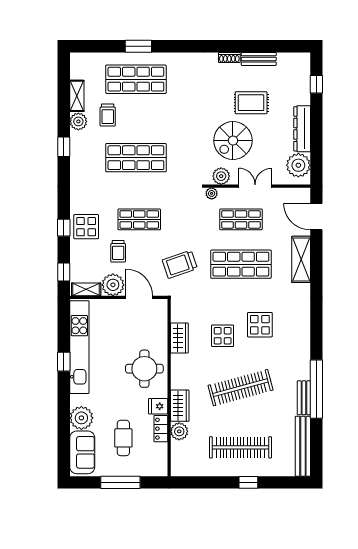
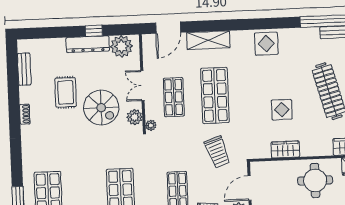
bench: (259, 59) -> (24, 69), moved
window: (316, 84) -> (94, 31), moved
display table: (260, 325) -> (266, 44), moved

